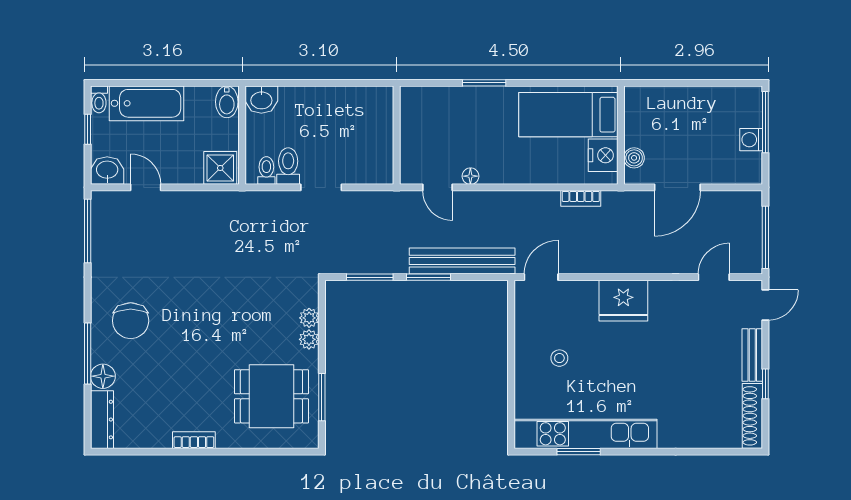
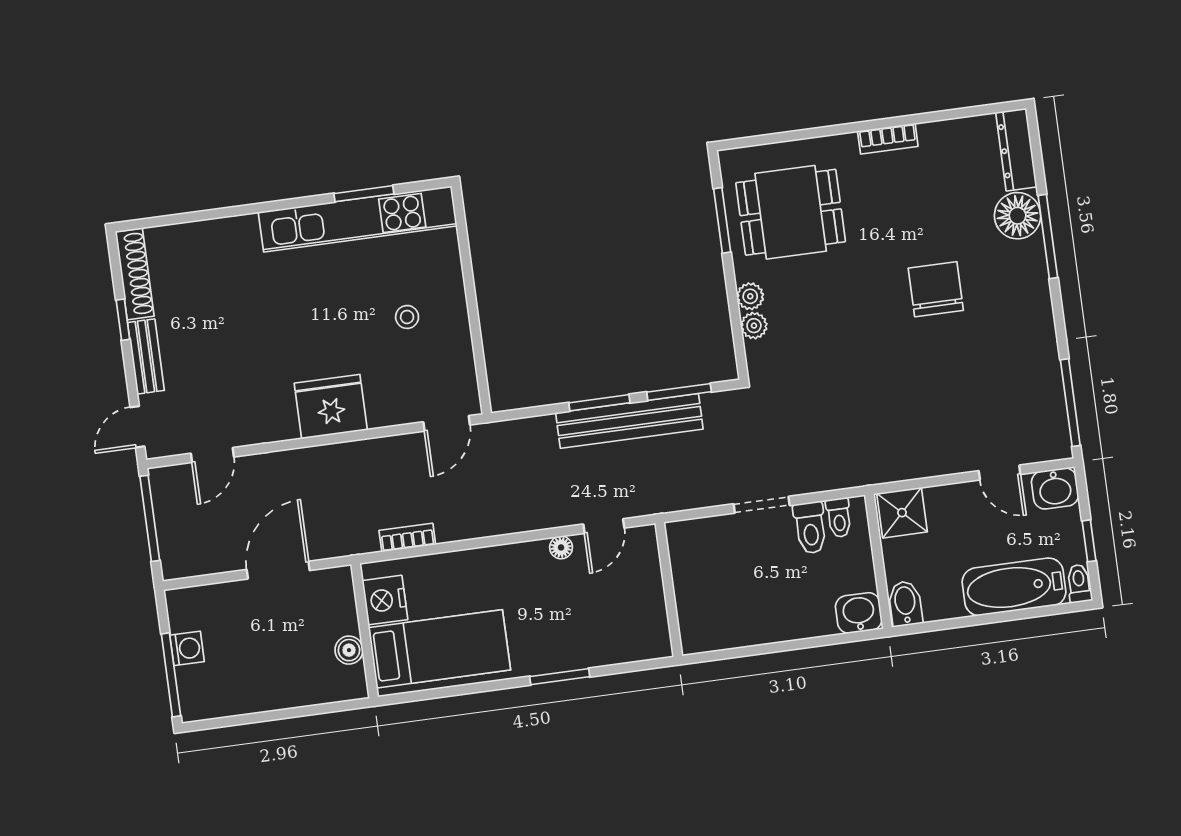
boiler: (634, 158) -> (349, 650), moved
door: (437, 187) -> (604, 526), swing flipped
bench: (462, 261) -> (629, 421), moved
chair: (131, 321) -> (936, 289), moved
floor lamp: (103, 376) -> (1018, 216), width x1.38, depth x1.38

